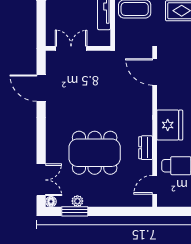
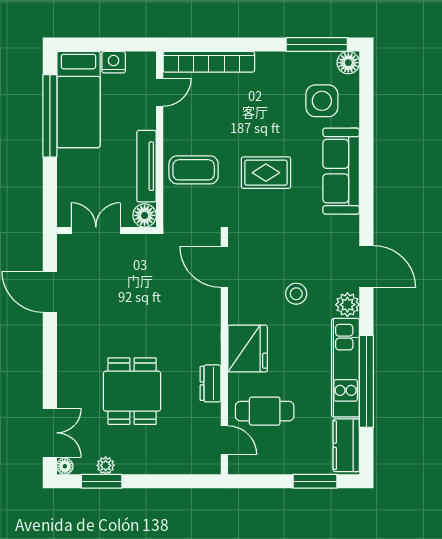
floor lamp: (103, 39) -> (145, 215), added
dining table: (95, 153) -> (132, 391), width x0.73
door: (155, 185) -> (224, 440), swing flipped

